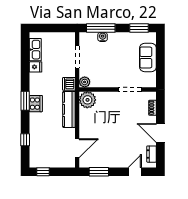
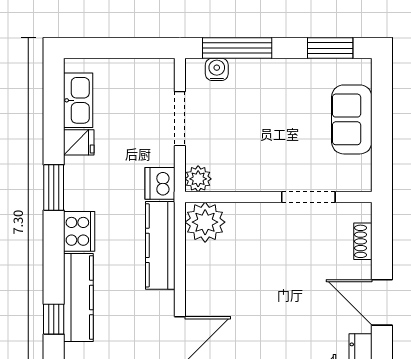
water cooler: (103, 37) -> (217, 69), moved
window: (25, 101) -> (54, 187), moved
kitchen counter: (35, 131) -> (78, 298), added

